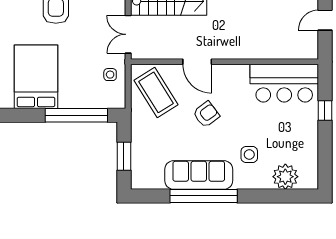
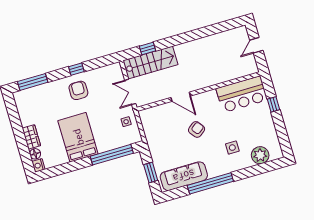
coffee table: (156, 92) -> (160, 125), removed
sofa: (199, 175) -> (184, 176), moved

